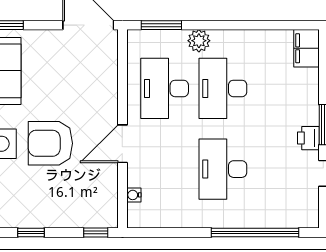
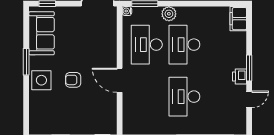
armchair: (50, 143) -> (73, 80), width x0.53, depth x0.53
door: (122, 144) -> (120, 80), hinge flipped
water cooler: (134, 195) -> (127, 11), moved

